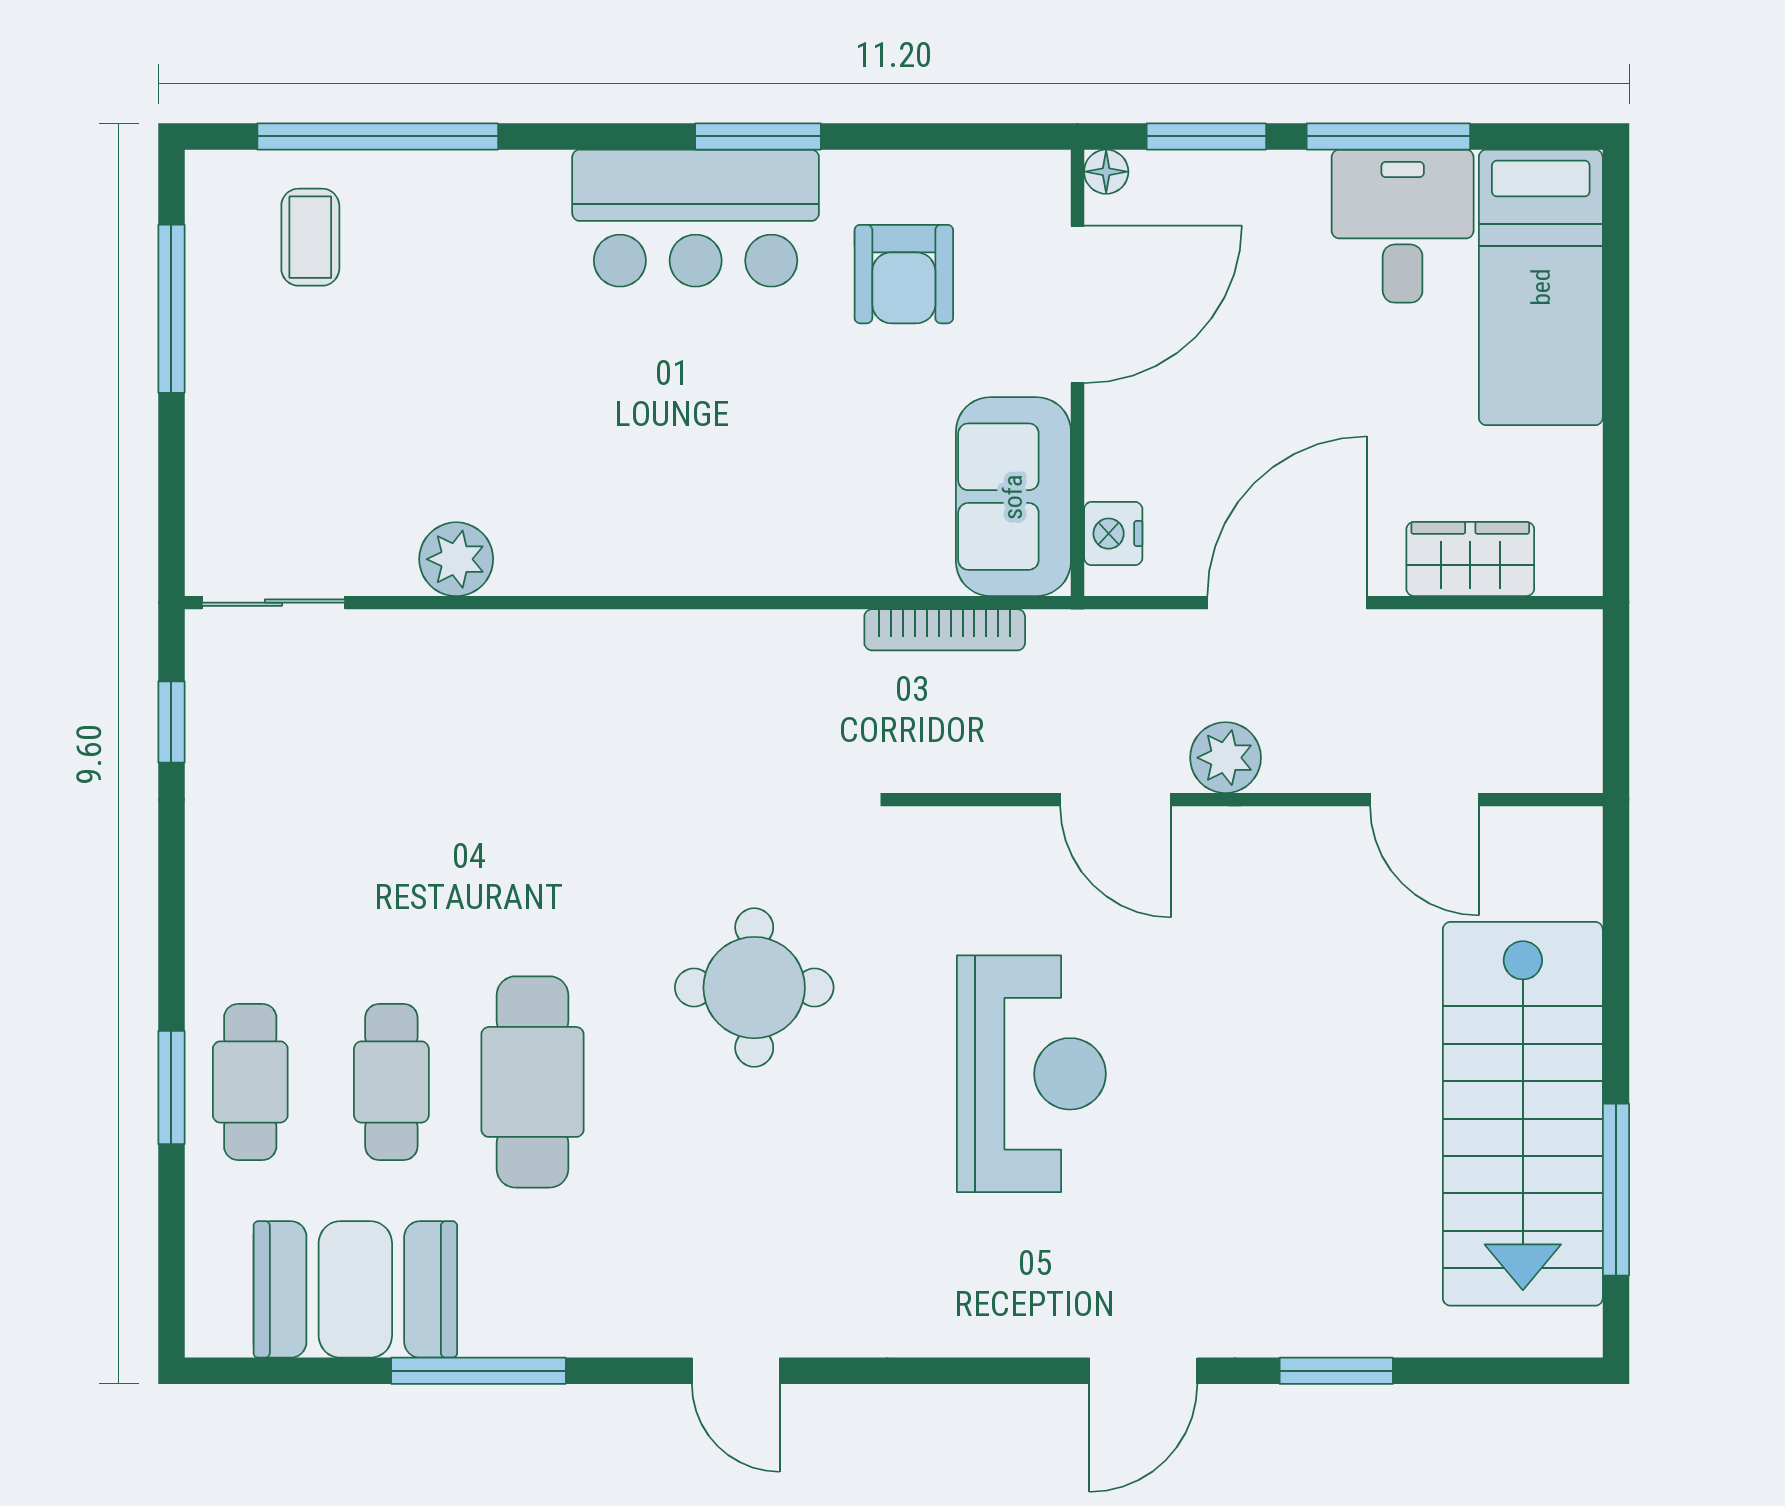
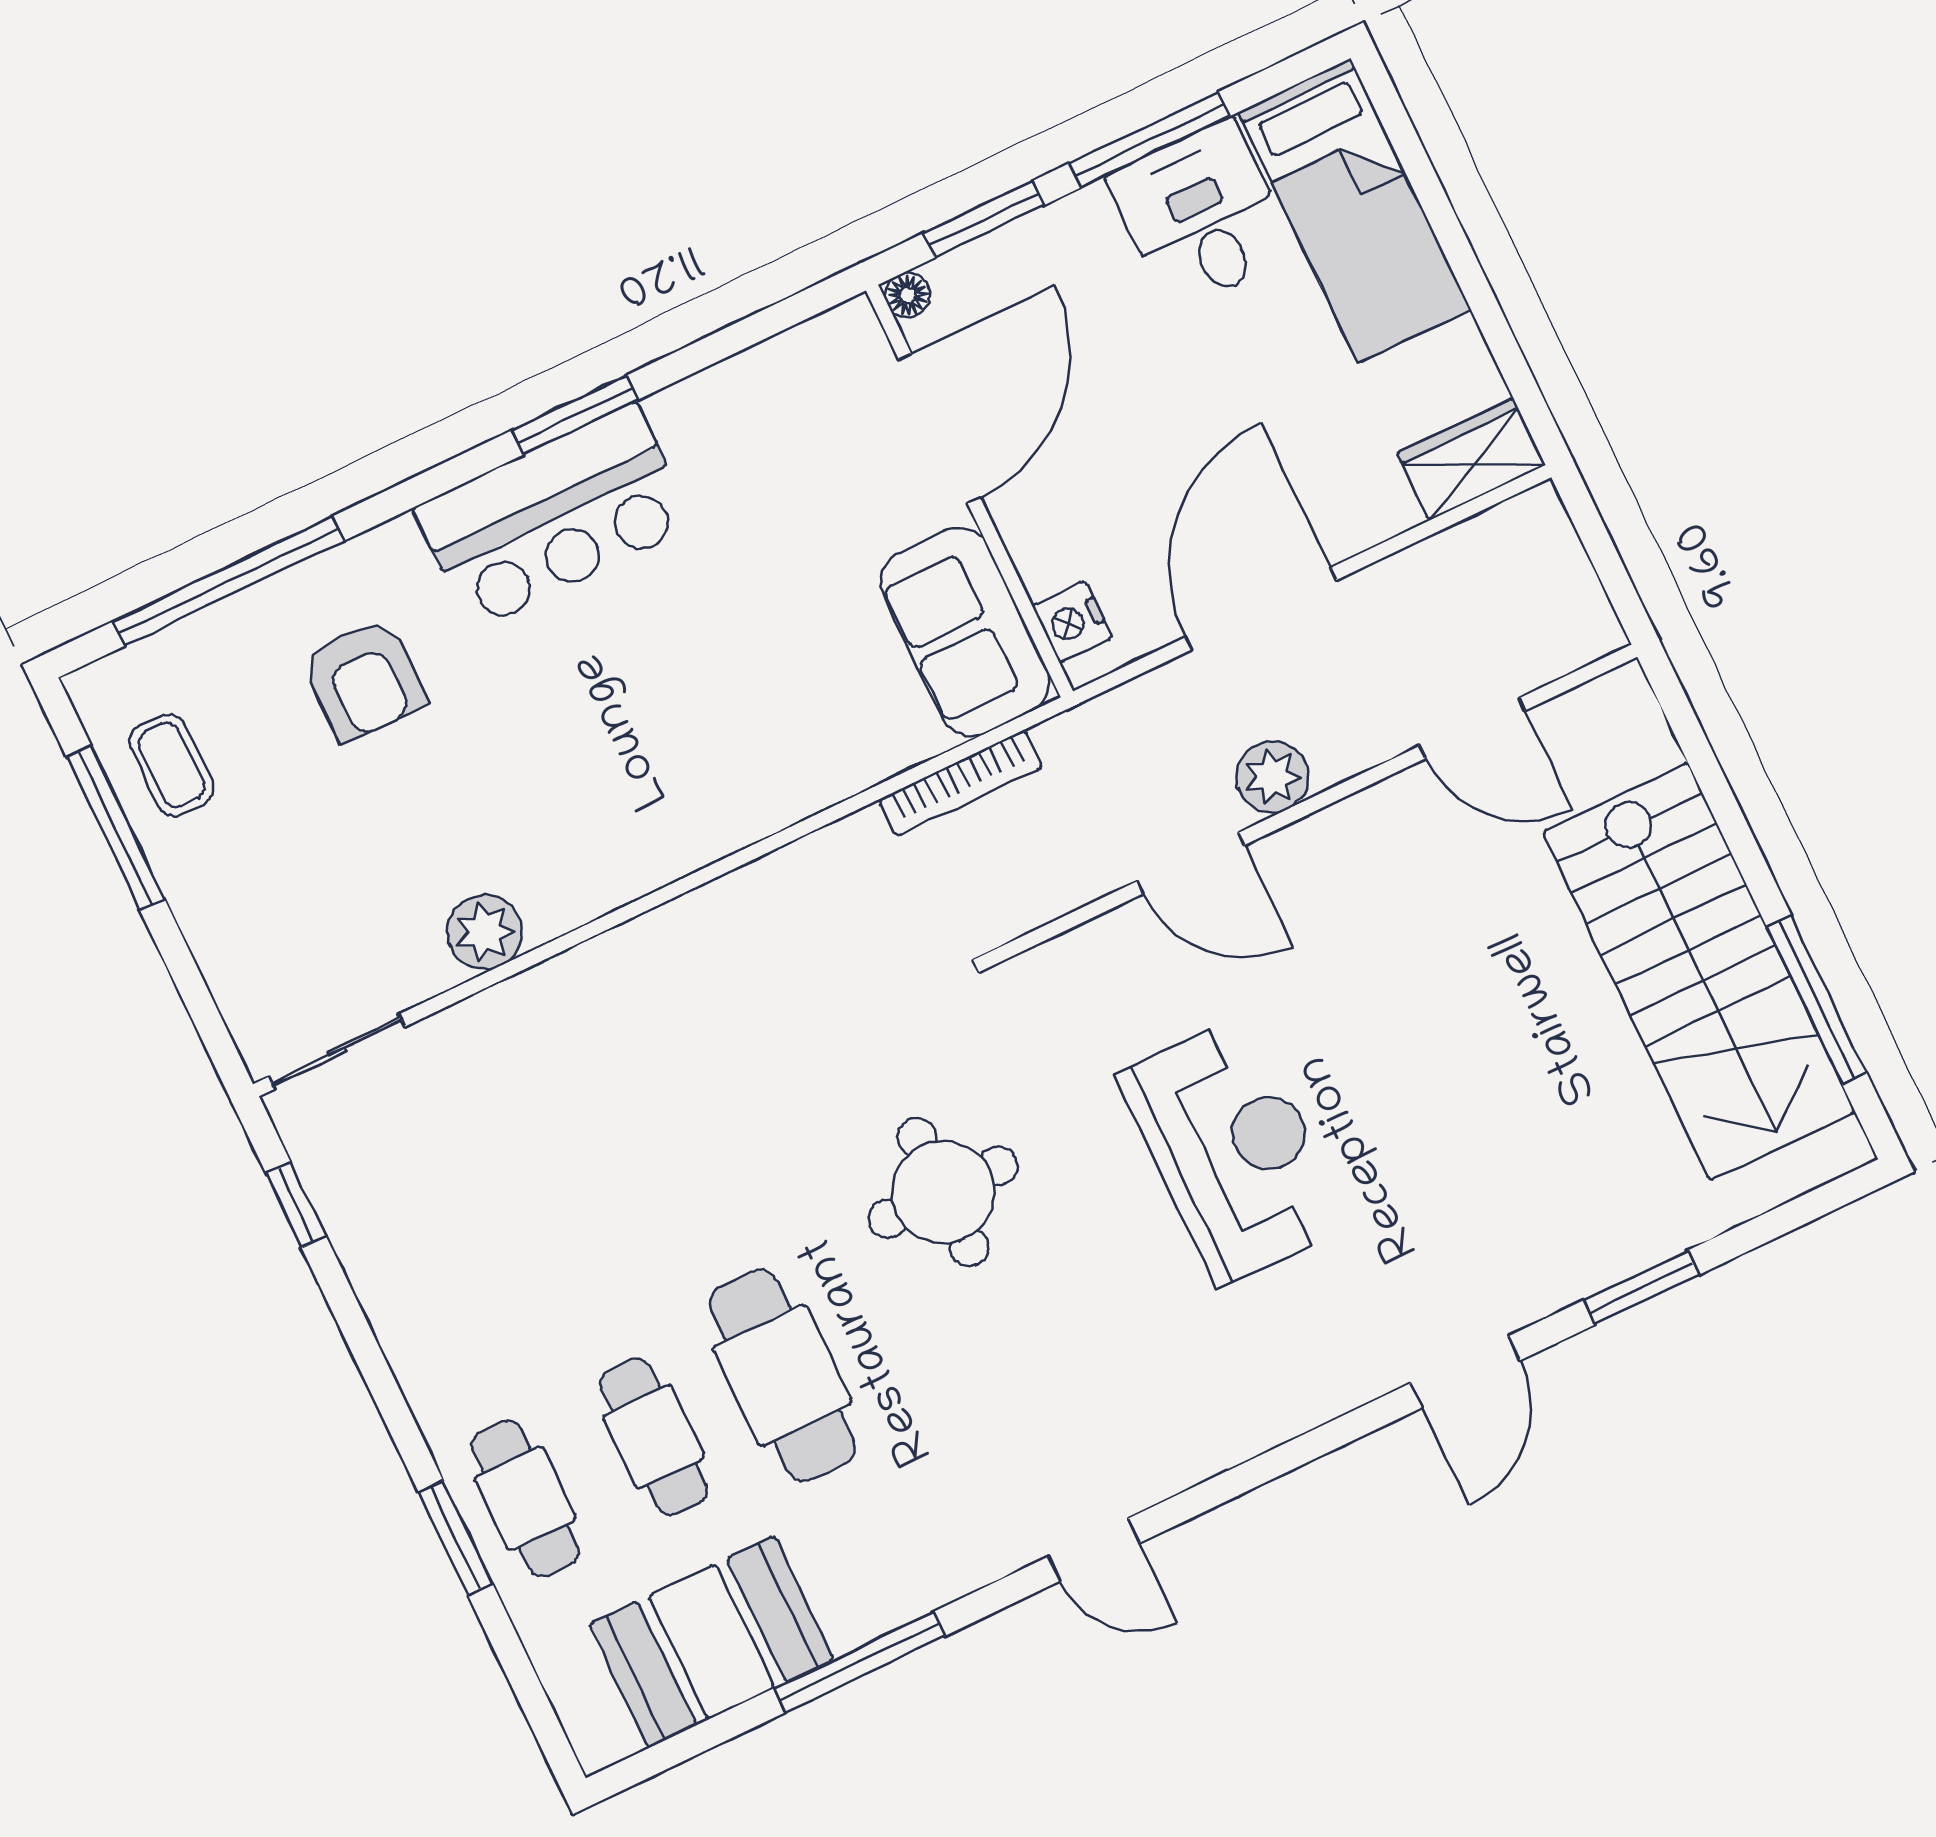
coffee table: (310, 237) -> (171, 765), moved
armchair: (904, 274) -> (364, 679), moved
wardrobe: (1470, 559) -> (1471, 459), moved

